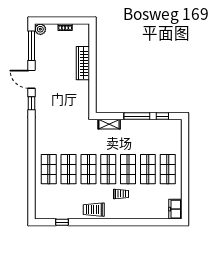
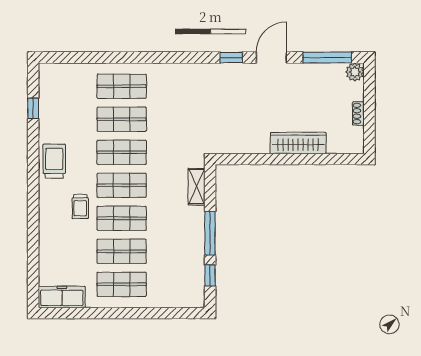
freezer: (175, 209) -> (62, 297), width x1.40

